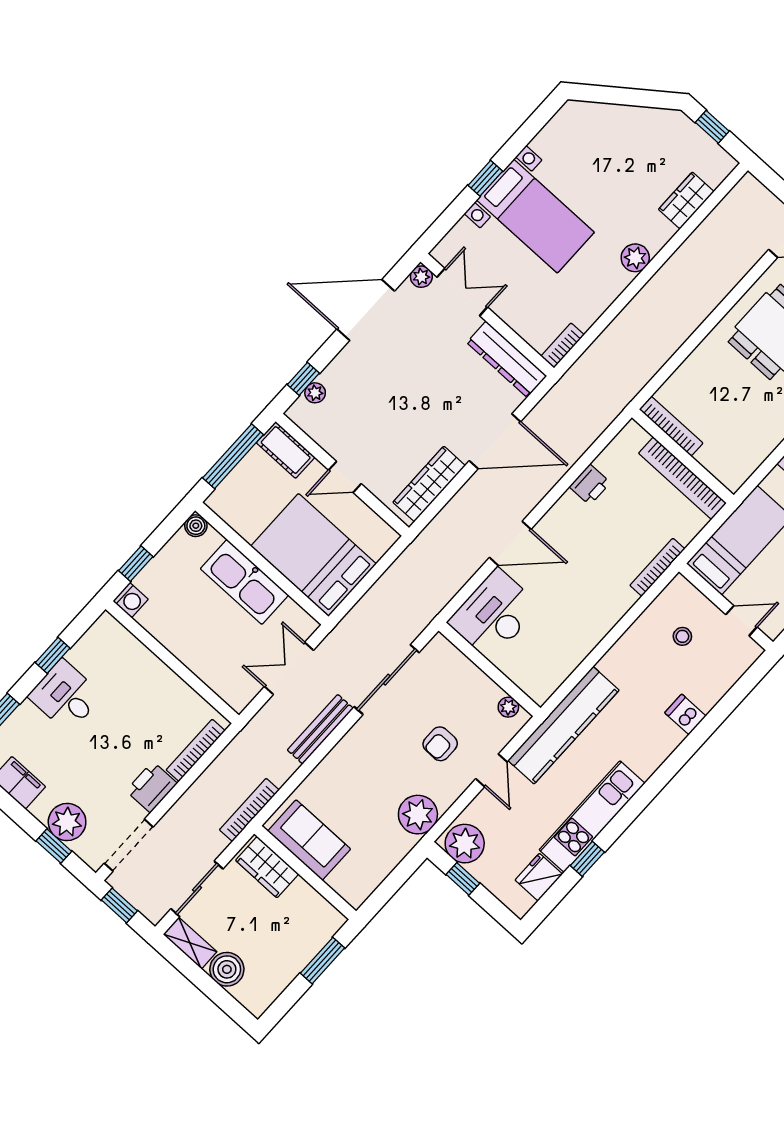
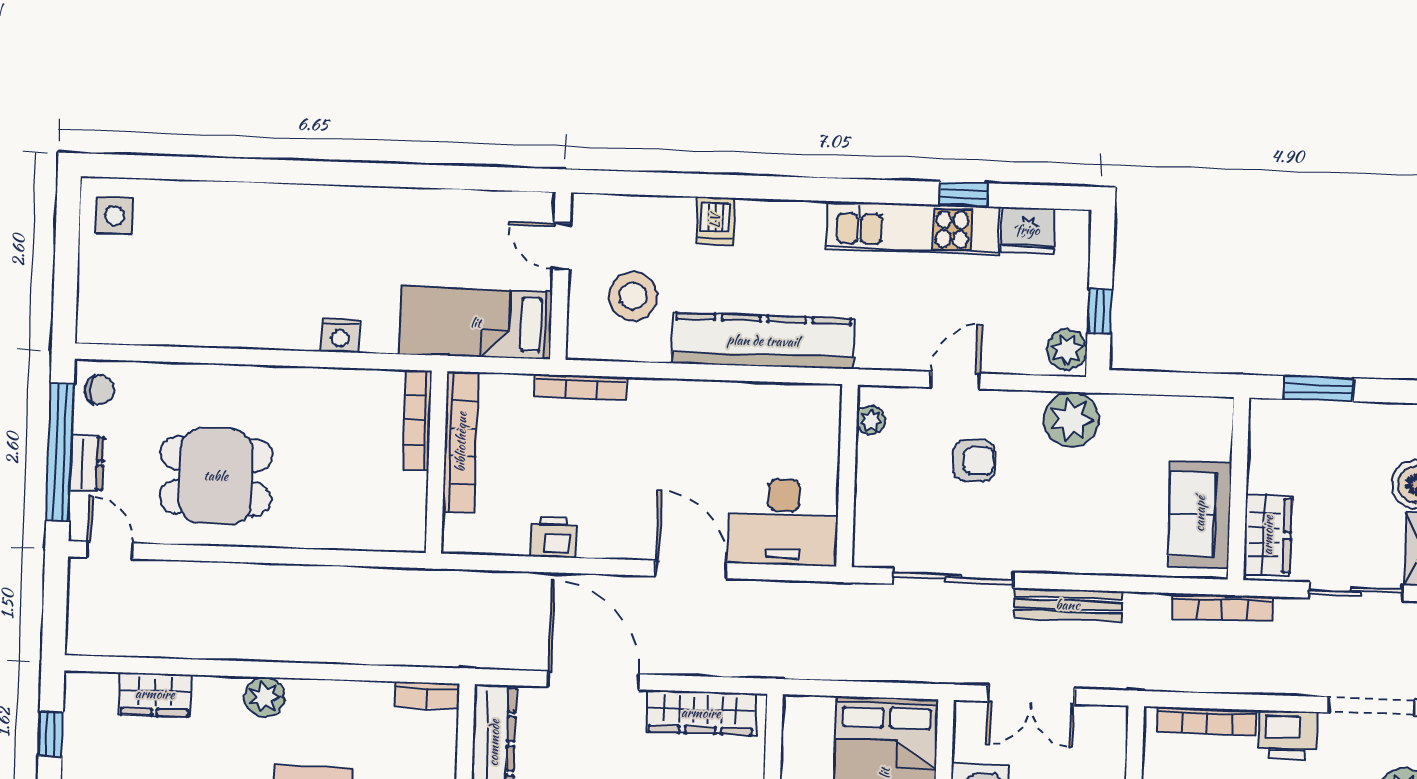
bookcase: (671, 426) -> (417, 420), moved
stool: (682, 636) -> (633, 296), width x1.89, depth x1.89
kitchen counter: (563, 725) -> (763, 341), moved
plant: (465, 844) -> (1067, 349), width x0.73, depth x0.73

